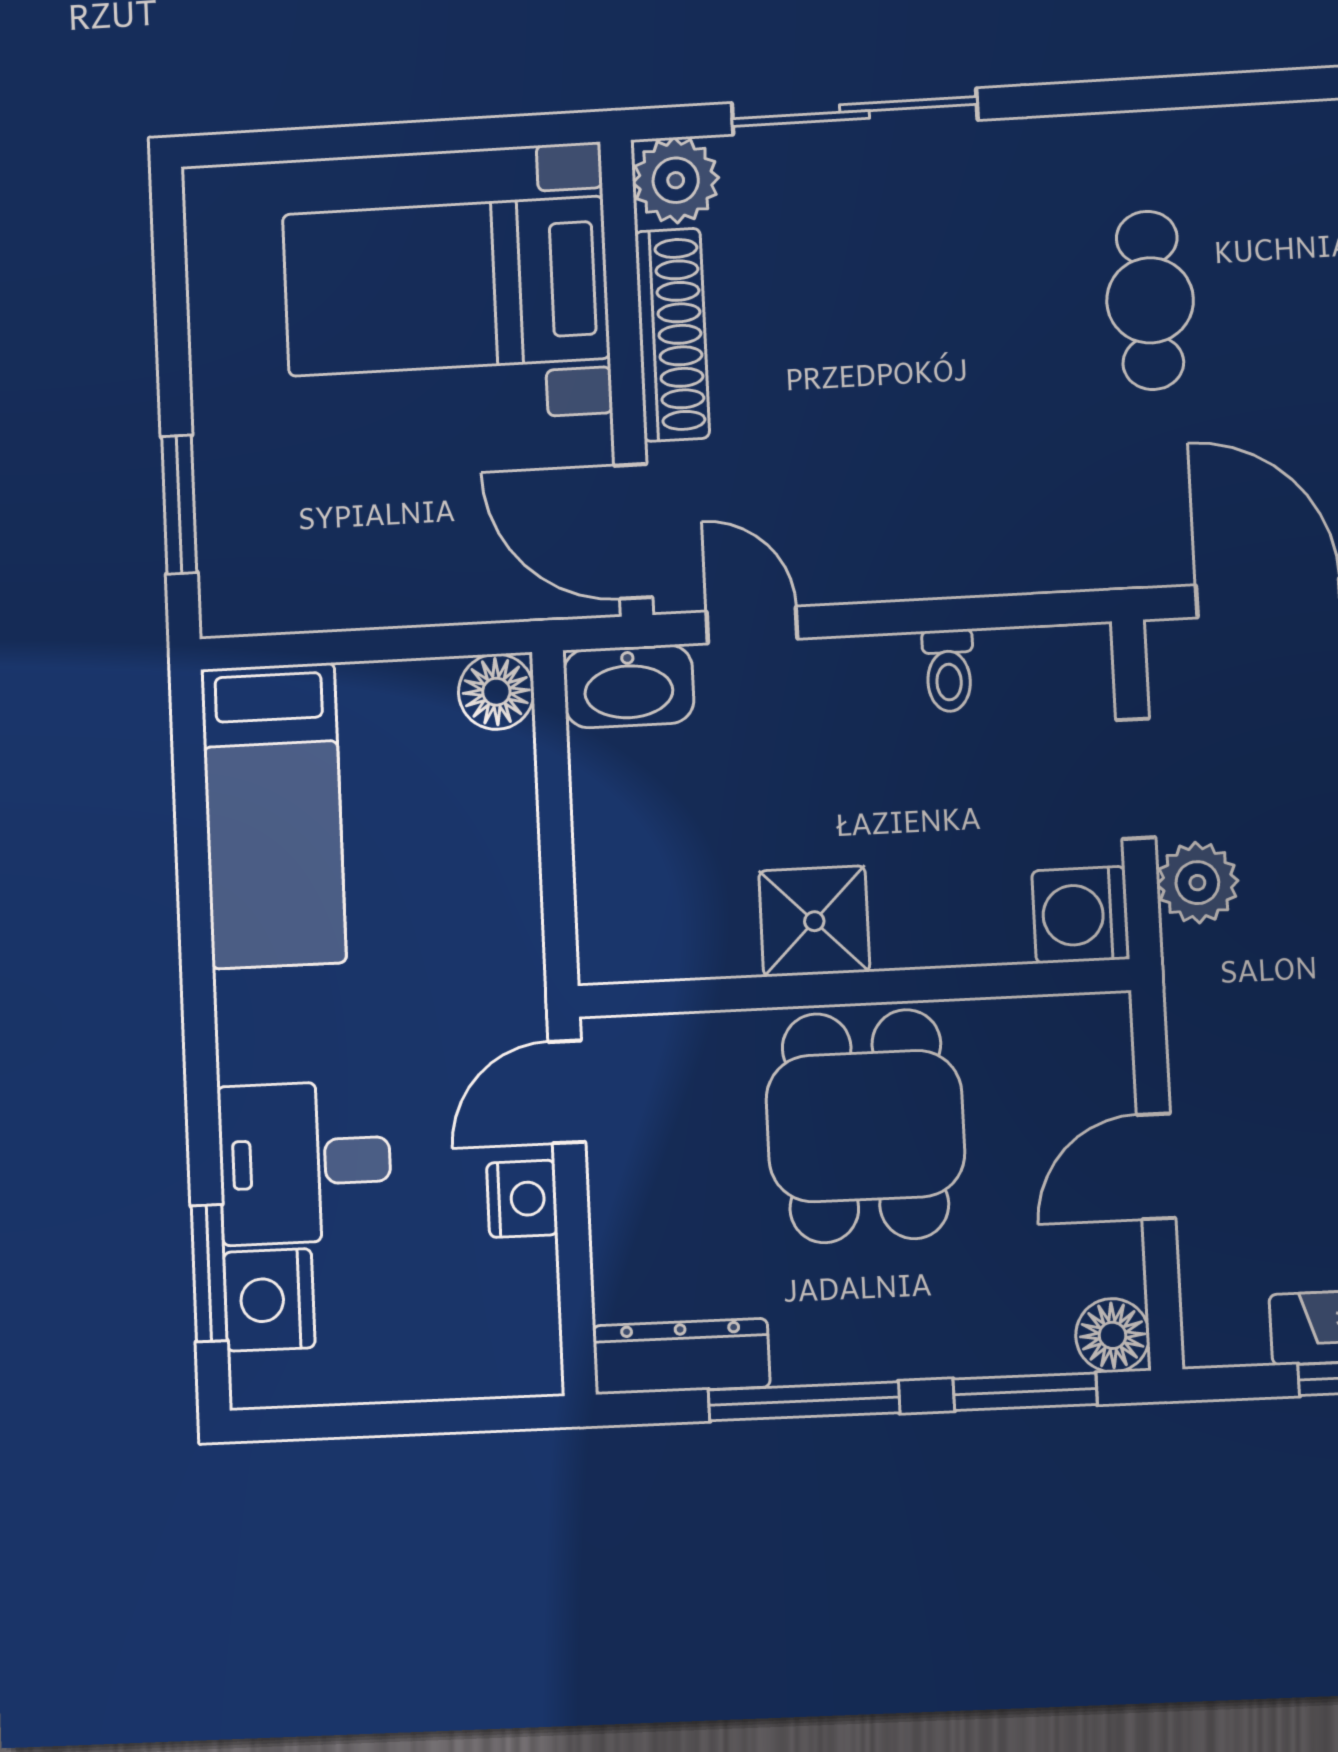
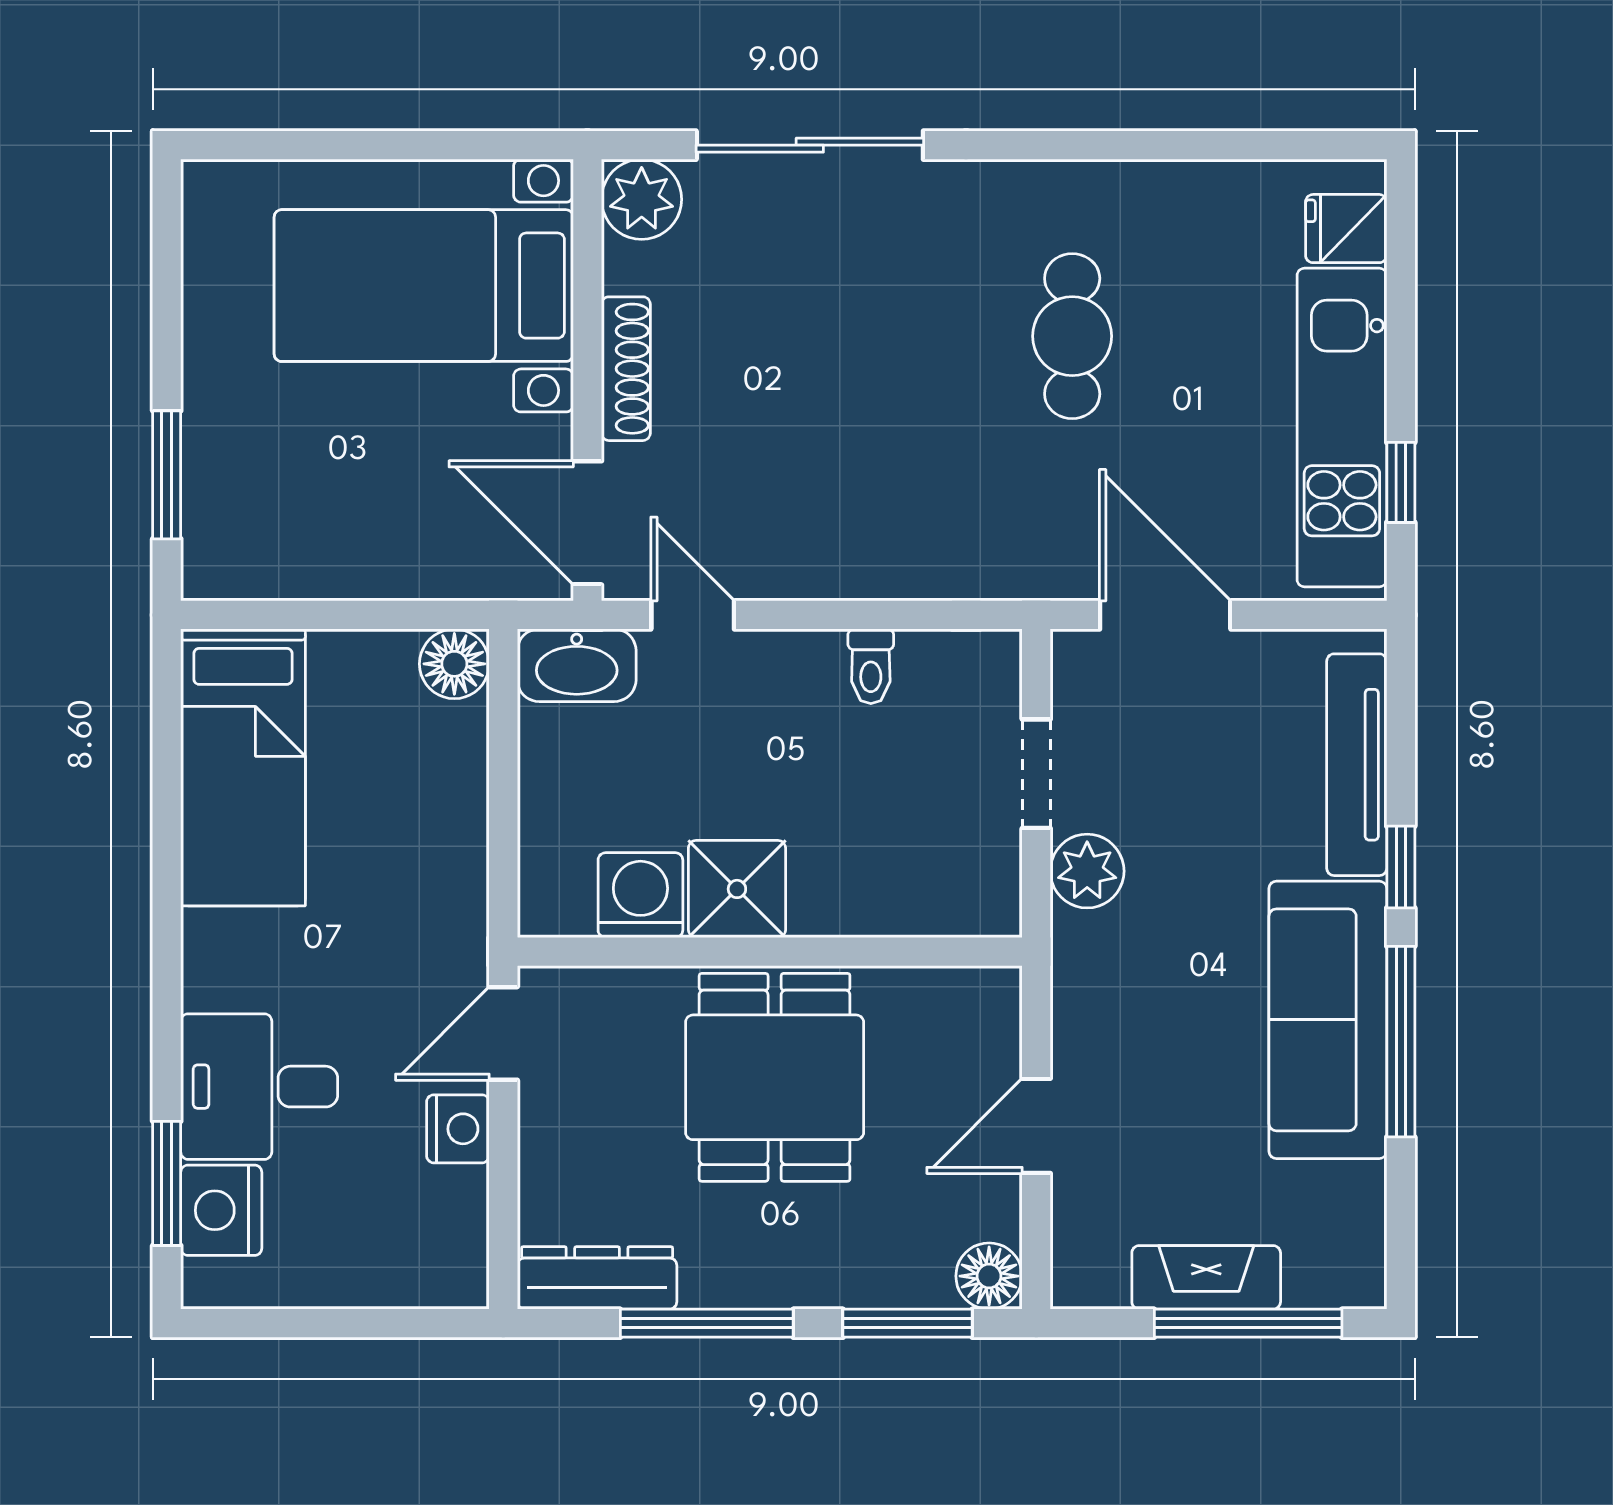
shoe rack: (672, 335) -> (626, 369), width x0.74, depth x0.81
washing machine: (1081, 915) -> (640, 895), moved, turned 90

